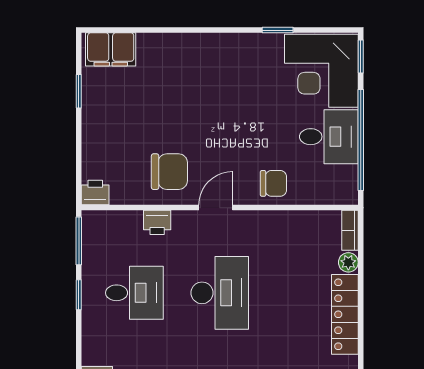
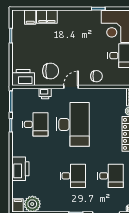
filing cabinet: (161, 48) -> (47, 17), added
filing cabinet: (111, 49) -> (30, 17), width x0.50
printer: (95, 192) -> (23, 78), width x1.87, depth x1.48
desk: (220, 293) -> (73, 124), width x1.36, depth x1.30

